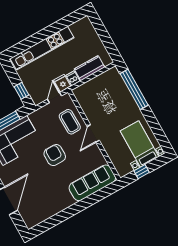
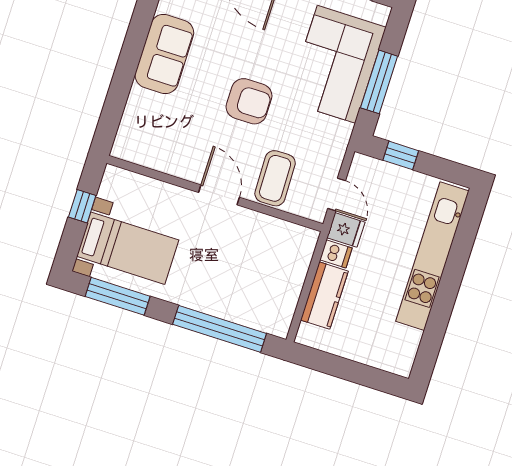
coffee table: (70, 122) -> (275, 178), turned 90
window: (158, 131) -> (118, 296), added
sofa: (92, 183) -> (164, 54), moved, width x0.73

